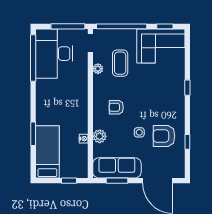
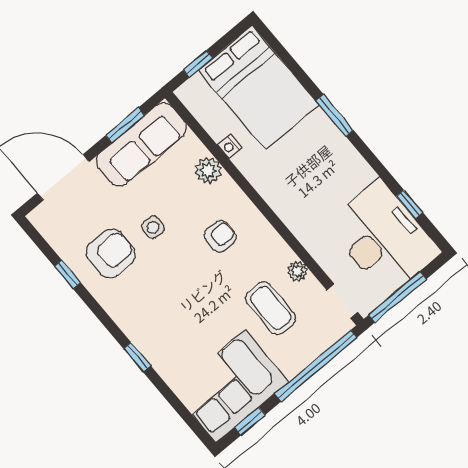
window: (33, 58) -> (410, 204), width x0.32
window: (33, 134) -> (335, 115), moved
bed: (47, 152) -> (259, 87), width x1.50

